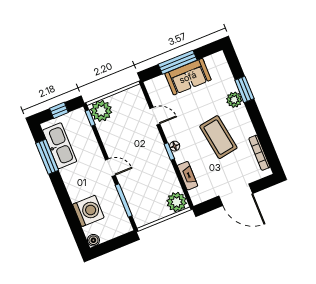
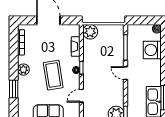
plant: (234, 100) -> (23, 70), moved
door: (155, 116) -> (81, 96), hinge flipped
coffee table: (218, 137) -> (53, 75), moved

